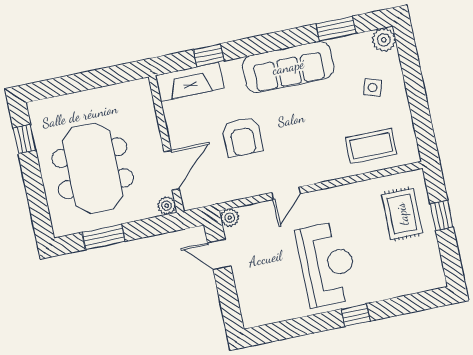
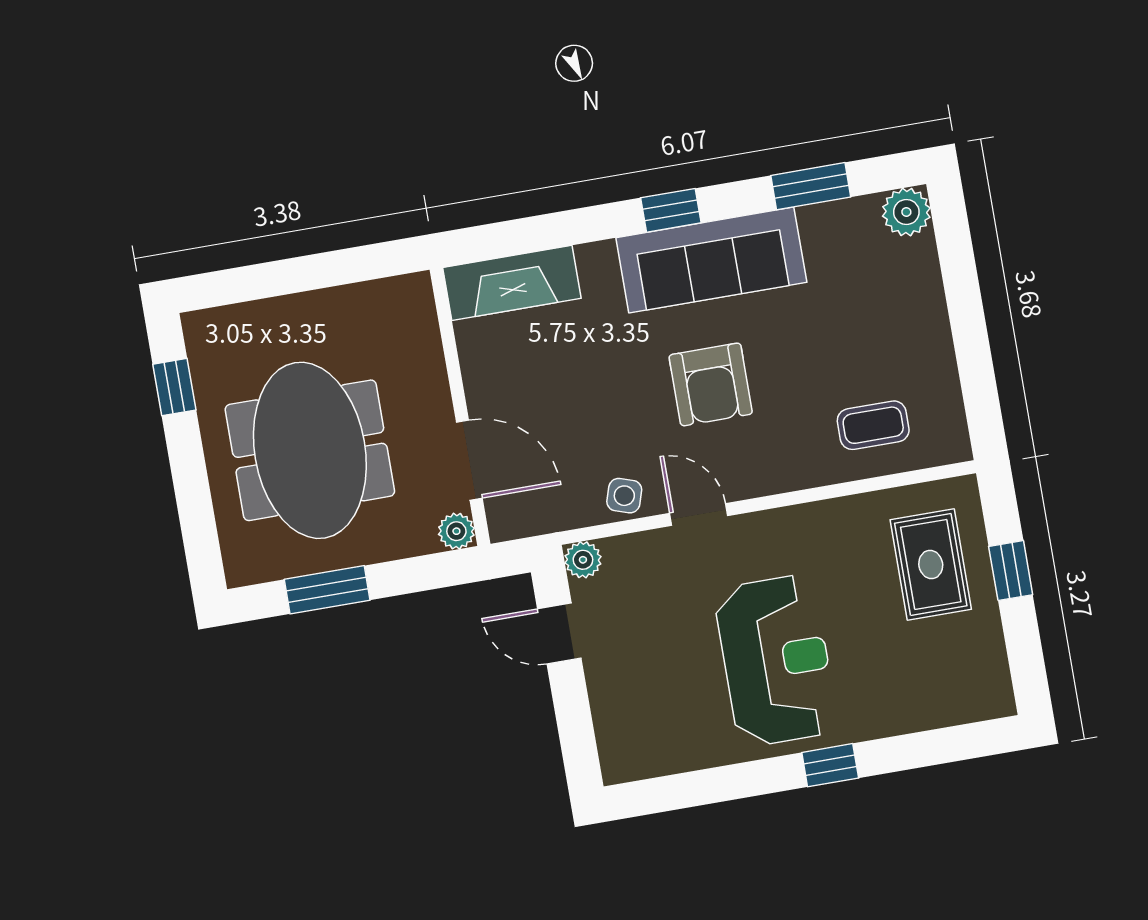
window: (209, 55) -> (671, 210), moved
side table: (373, 88) -> (624, 496), moved
armchair: (242, 137) -> (711, 384), moved
coffee table: (371, 146) -> (873, 425), width x0.73, depth x0.77
door: (172, 170) -> (469, 460), hinge flipped
door: (286, 193) -> (699, 514), swing flipped

